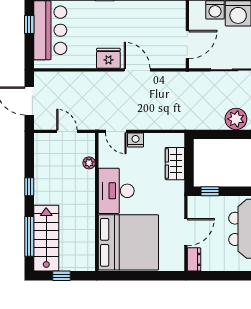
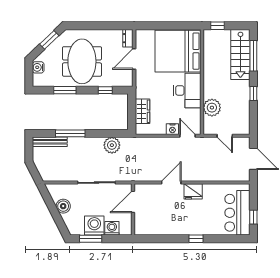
door: (137, 70) -> (171, 183), swing flipped
plant: (236, 119) -> (112, 145), moved
plant: (89, 163) -> (212, 108), width x1.87, depth x1.87
window: (210, 191) -> (105, 90), moved
window: (62, 276) -> (218, 26), moved

